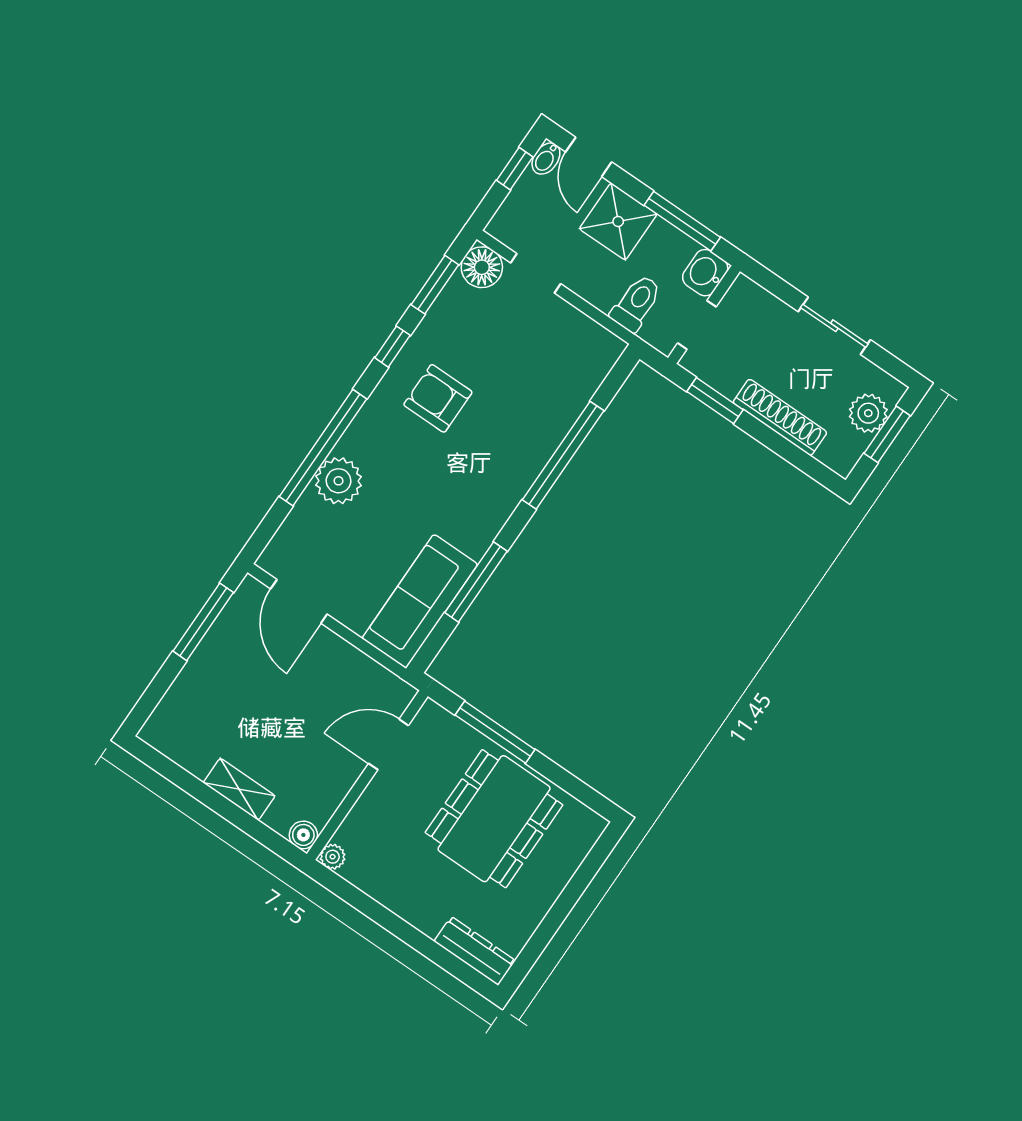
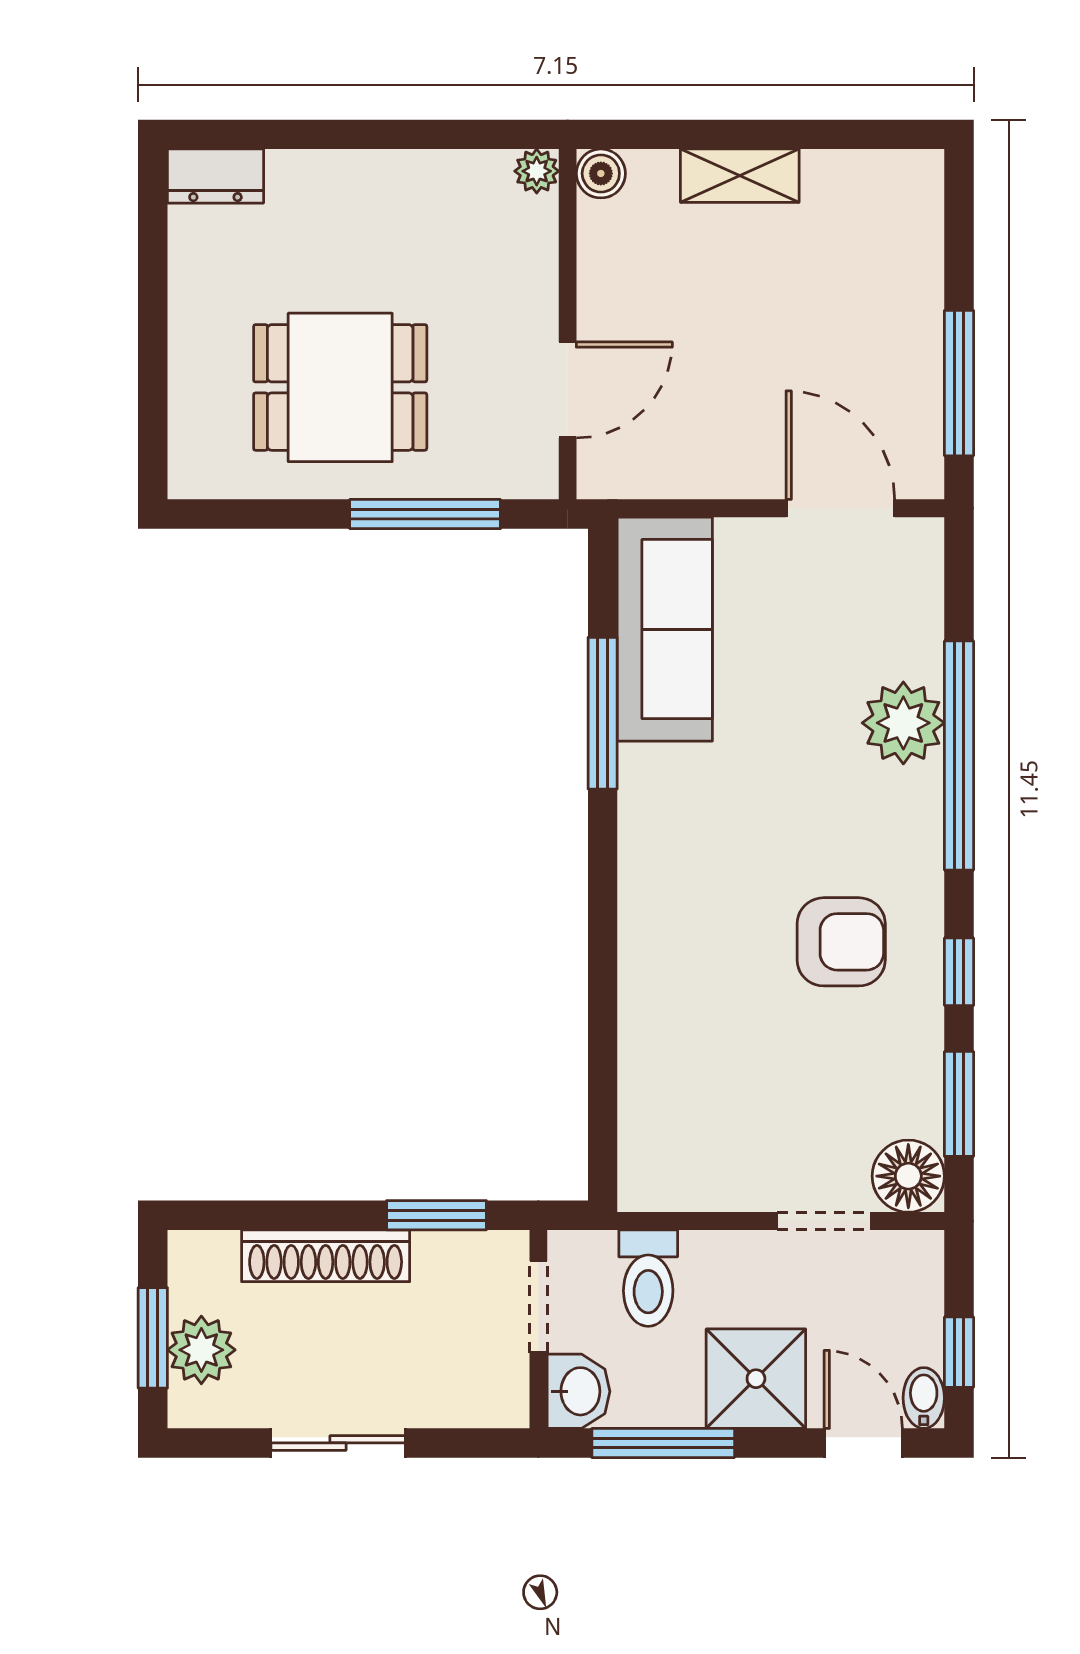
window: (563, 455) -> (603, 984), removed
dining table: (494, 819) -> (340, 387), width x0.73
dresser: (475, 951) -> (215, 176), width x0.70

